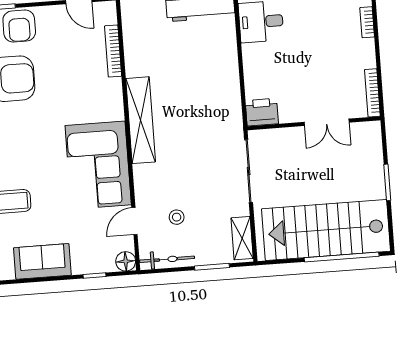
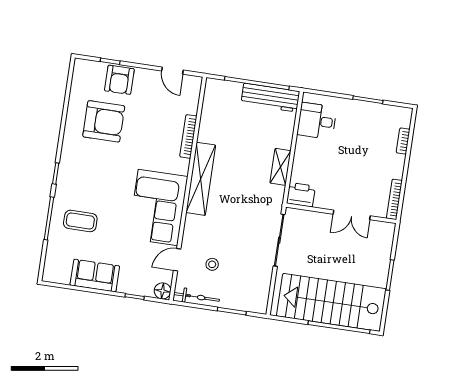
bookcase: (113, 51) -> (188, 136), moved
shelving: (242, 238) -> (280, 167), moved

